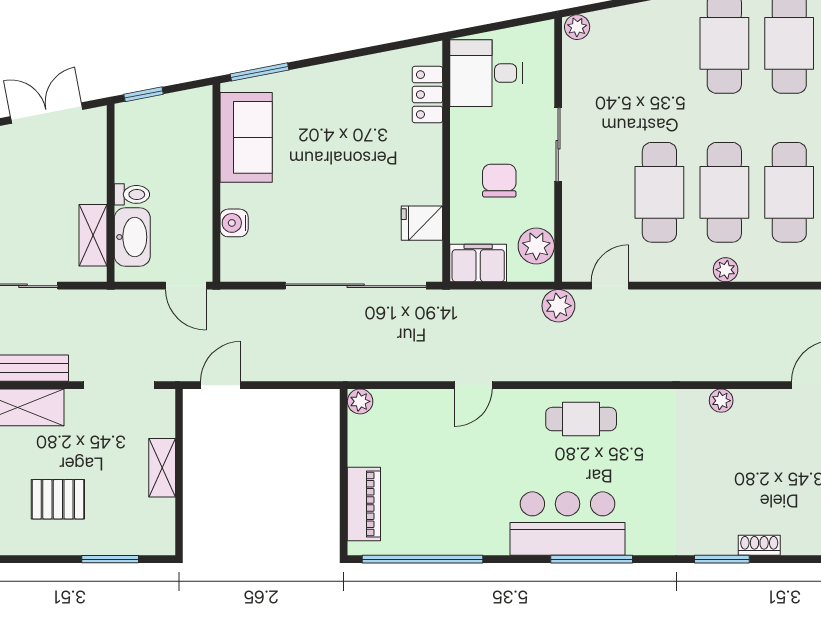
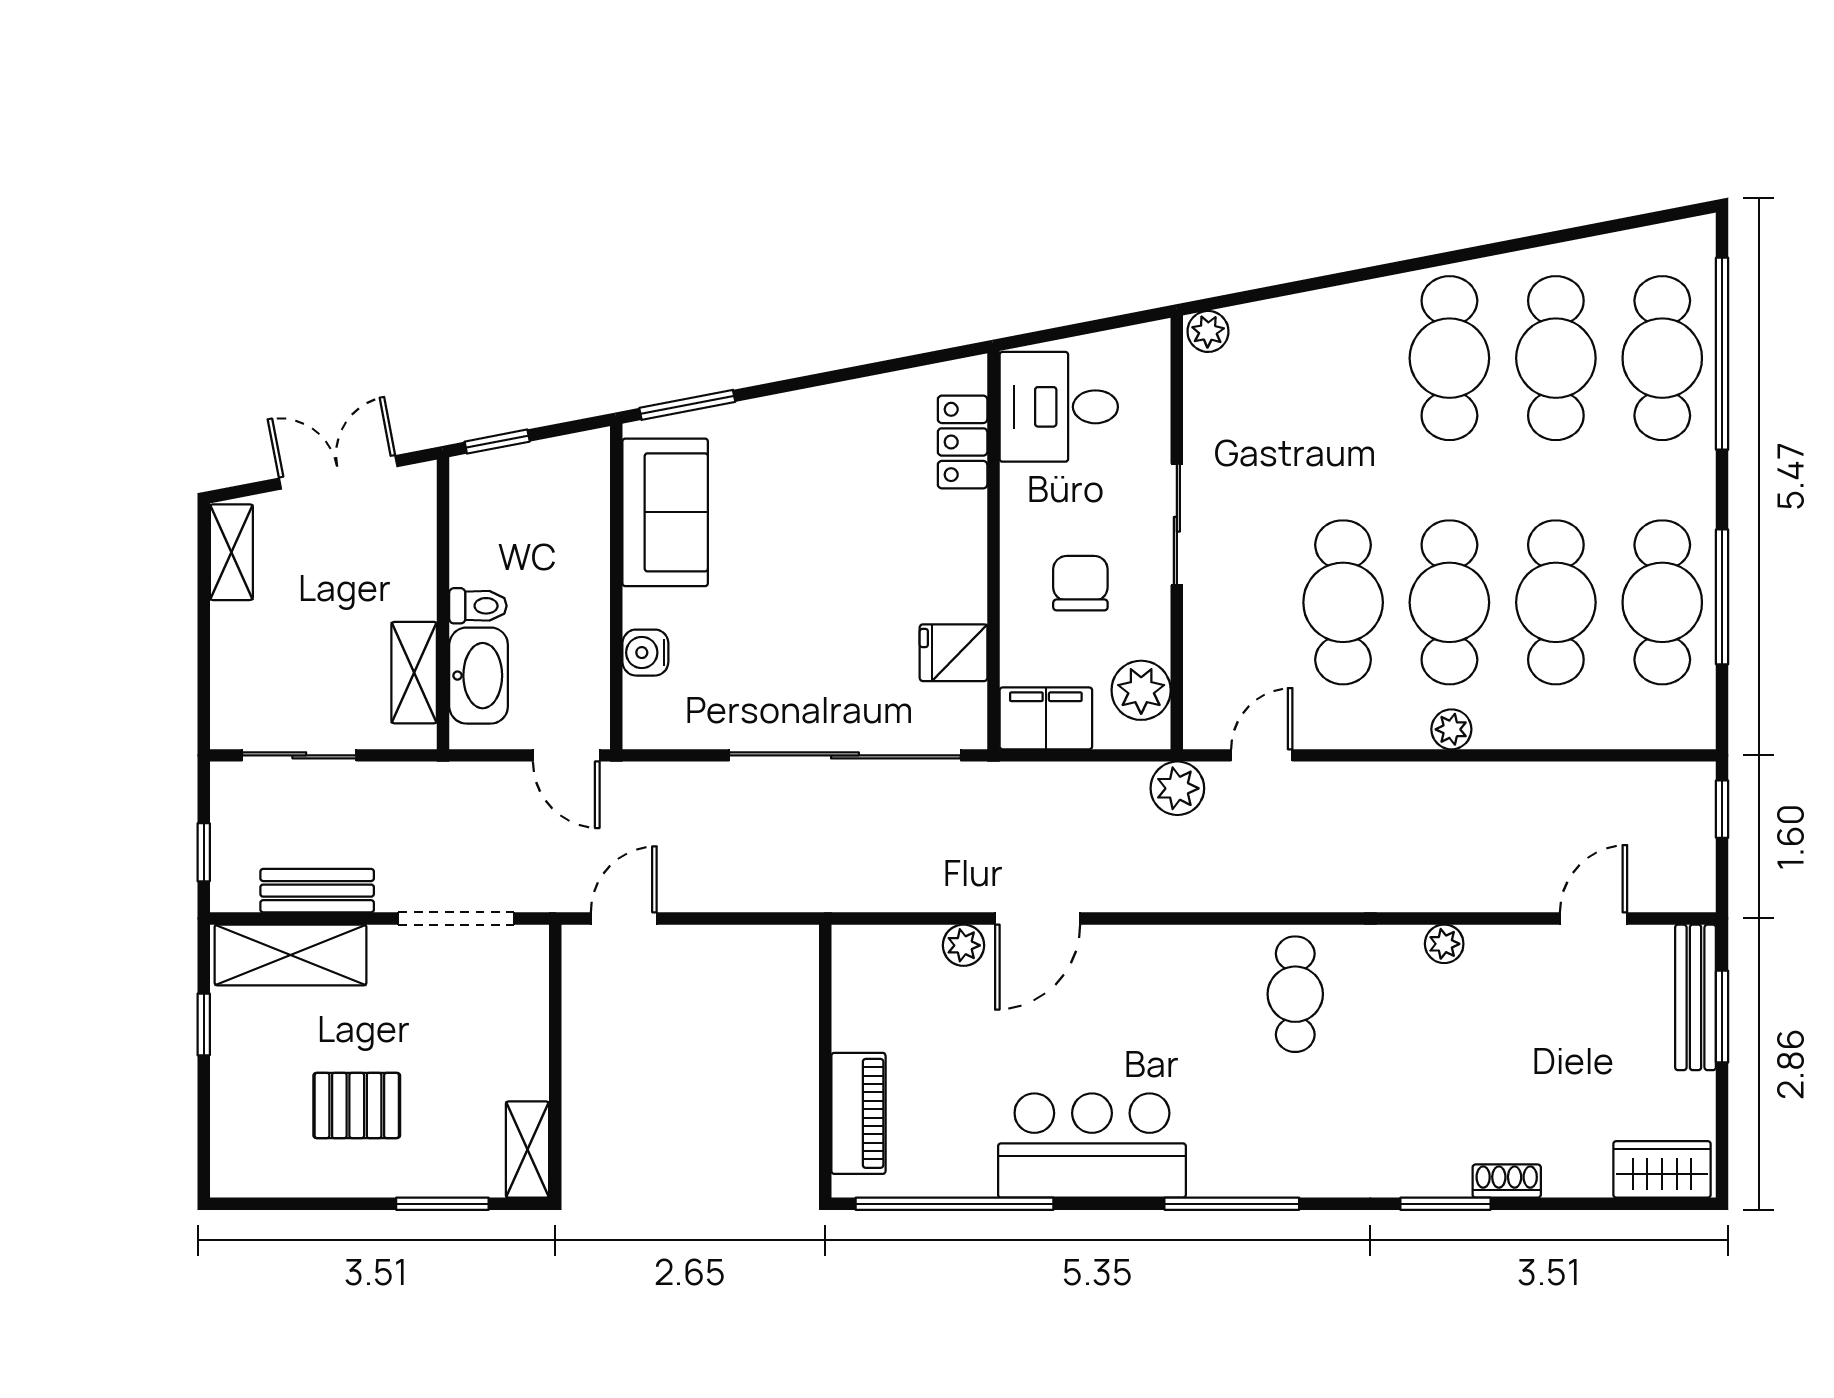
door: (473, 385) -> (1038, 918), width x1.38
plant: (360, 401) -> (964, 945), moved
cafe table: (581, 419) -> (1295, 994), moved, turned 90
shelving: (162, 468) -> (527, 1150), moved
bar counter: (568, 524) -> (1092, 1145), moved

